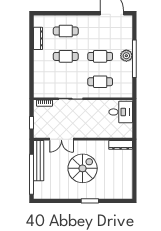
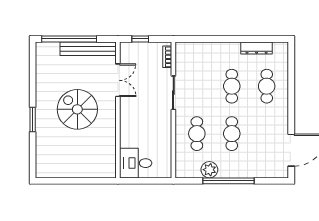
plant: (126, 56) -> (209, 170), moved
desk: (121, 112) -> (136, 163), moved, turned 90
double door: (61, 139) -> (118, 80), swing flipped
dresser: (121, 145) -> (110, 162), removed
spiral stairs: (83, 168) -> (77, 109), turned 180

